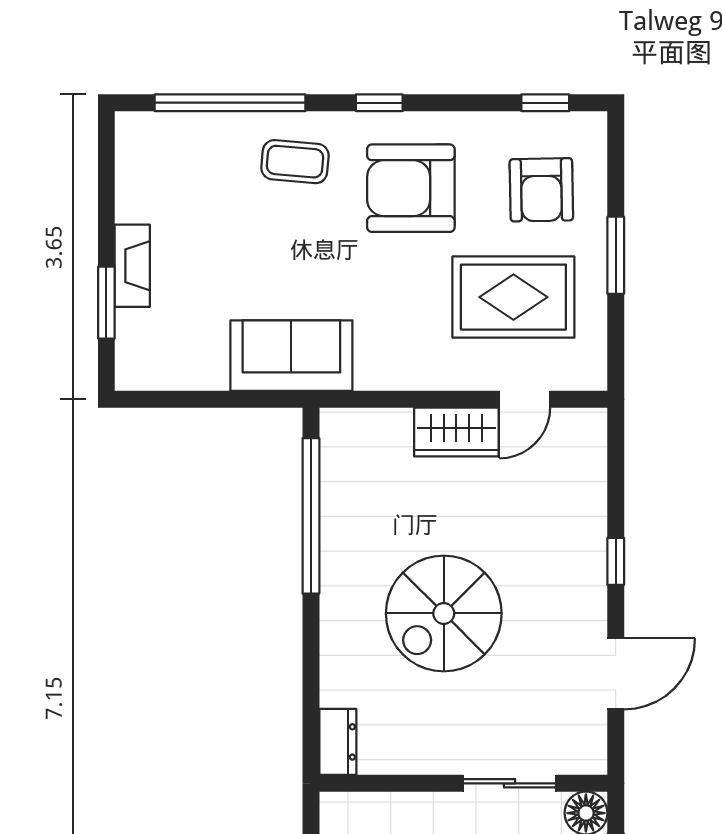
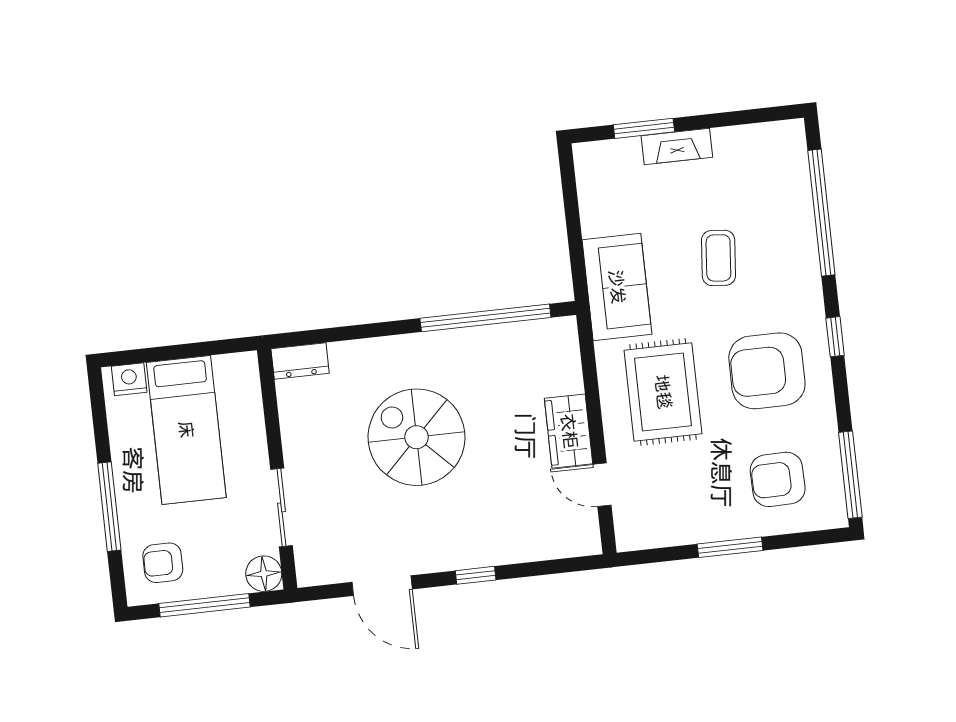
window: (545, 103) -> (850, 475), width x2.17
coffee table: (295, 162) -> (718, 258), moved
armchair: (411, 188) -> (767, 371), turned -90
rug: (513, 297) -> (663, 392), moved

